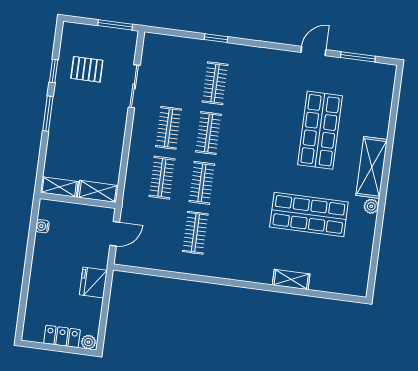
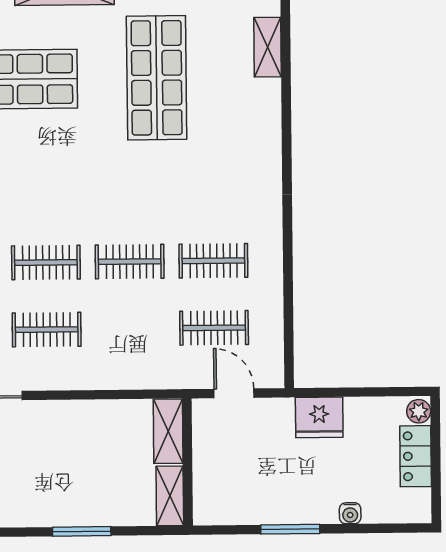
window: (48, 114) -> (82, 531), moved
clothes rail: (162, 178) -> (214, 328), moved
water cooler: (42, 226) -> (350, 513), moved
window: (29, 256) -> (290, 529), added
shelving: (291, 280) -> (268, 47), moved

